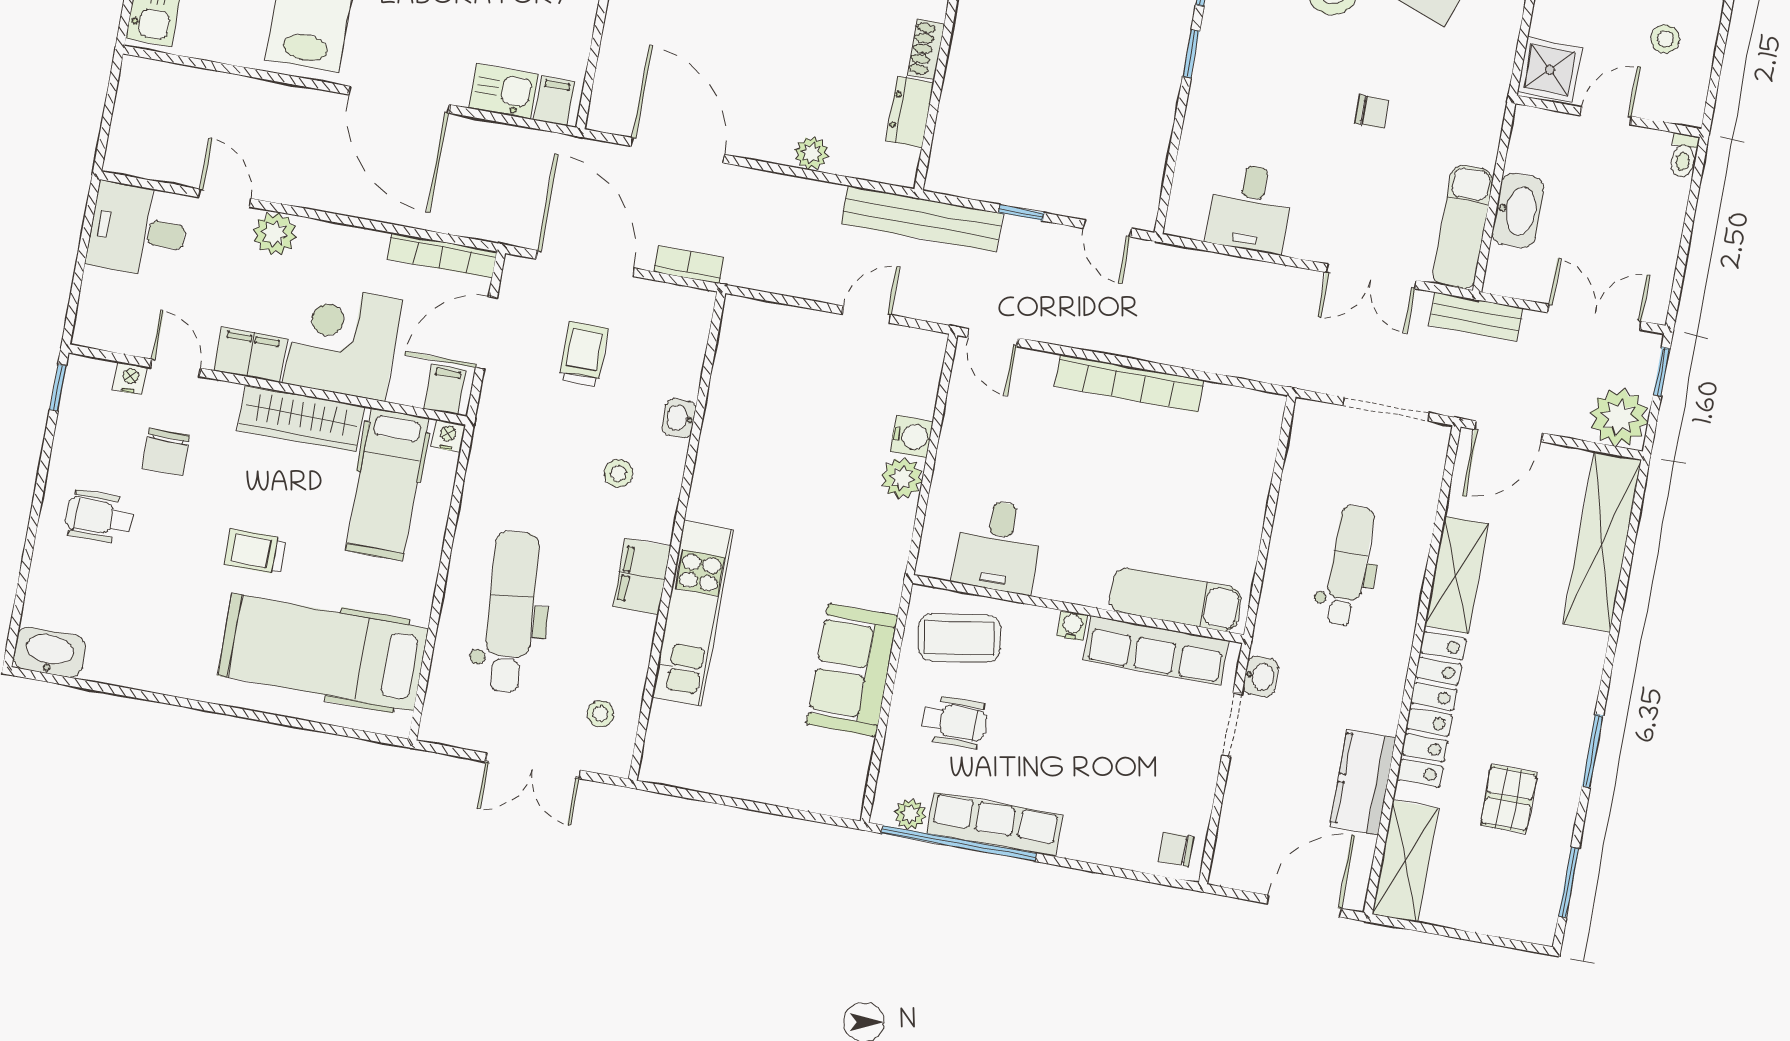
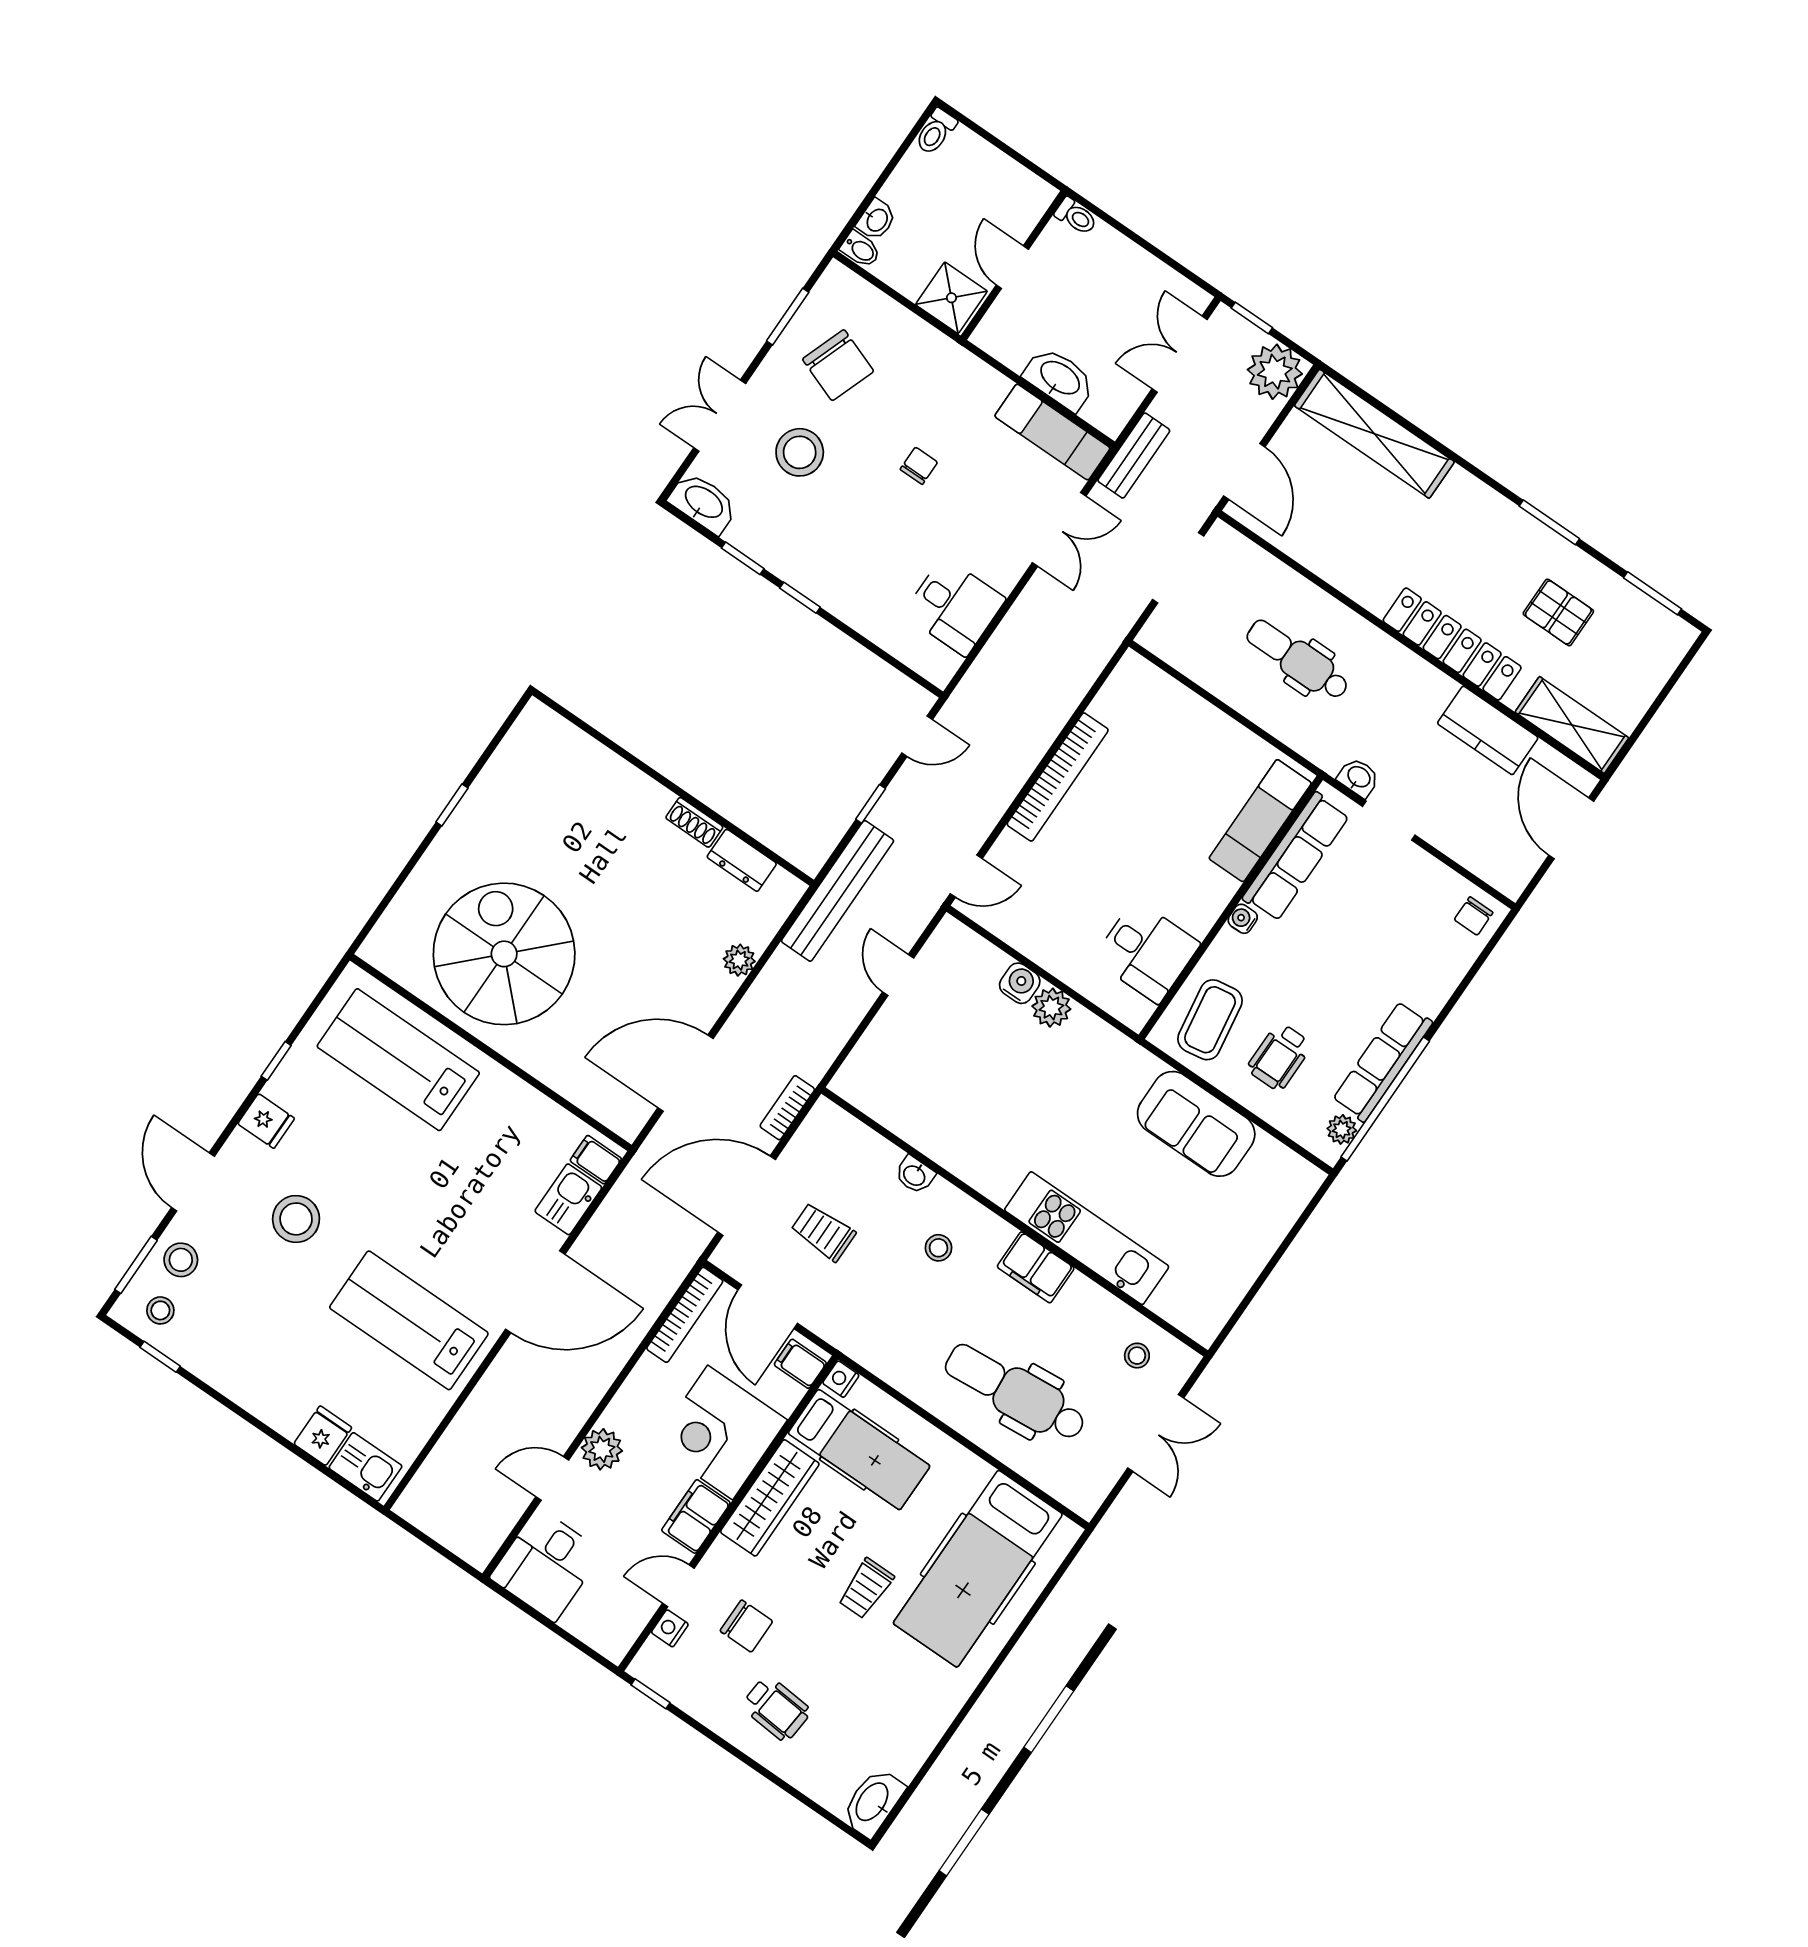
stool: (1665, 39) -> (969, 187), removed
wheelchair: (99, 517) -> (776, 1709), turned -85
shelving: (1456, 575) -> (1347, 571), removed
wheelchair: (954, 722) -> (1279, 1057), turned 180

